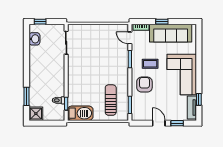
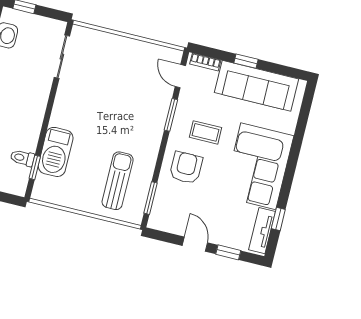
barbecue: (80, 113) -> (56, 152), moved, turned 90

